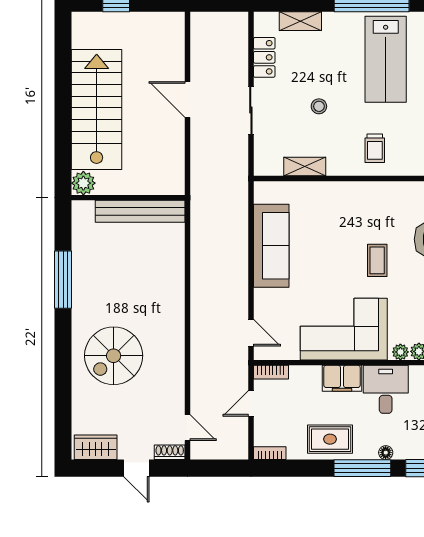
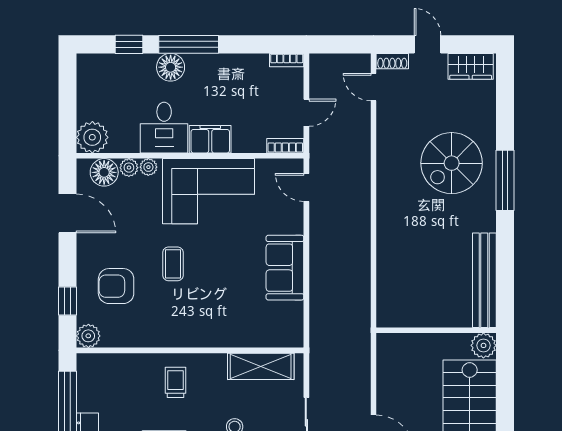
shelving: (305, 167) -> (261, 366), width x1.50, depth x1.33
bench: (140, 211) -> (484, 280), moved, turned 90
sofa: (271, 246) -> (285, 268), width x0.73
window: (63, 280) -> (505, 180), moved
spiral stairs: (114, 356) -> (452, 163), turned 180
rug: (330, 439) -> (223, 75), removed
floor lamp: (386, 453) -> (171, 67), width x1.89, depth x1.89

